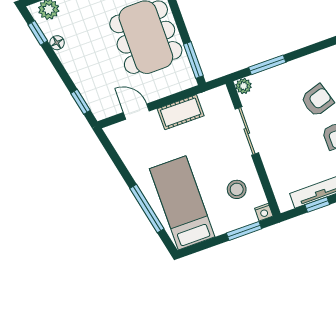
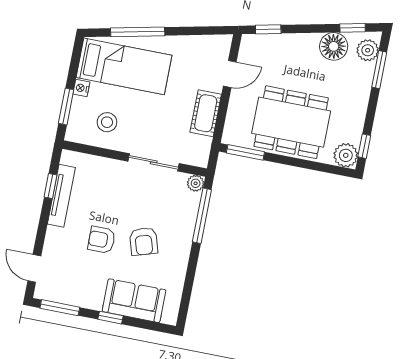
floor lamp: (57, 43) -> (334, 46), width x1.89, depth x1.89
window: (267, 65) -> (202, 216), width x1.44
nightstand: (264, 212) -> (81, 88), moved

